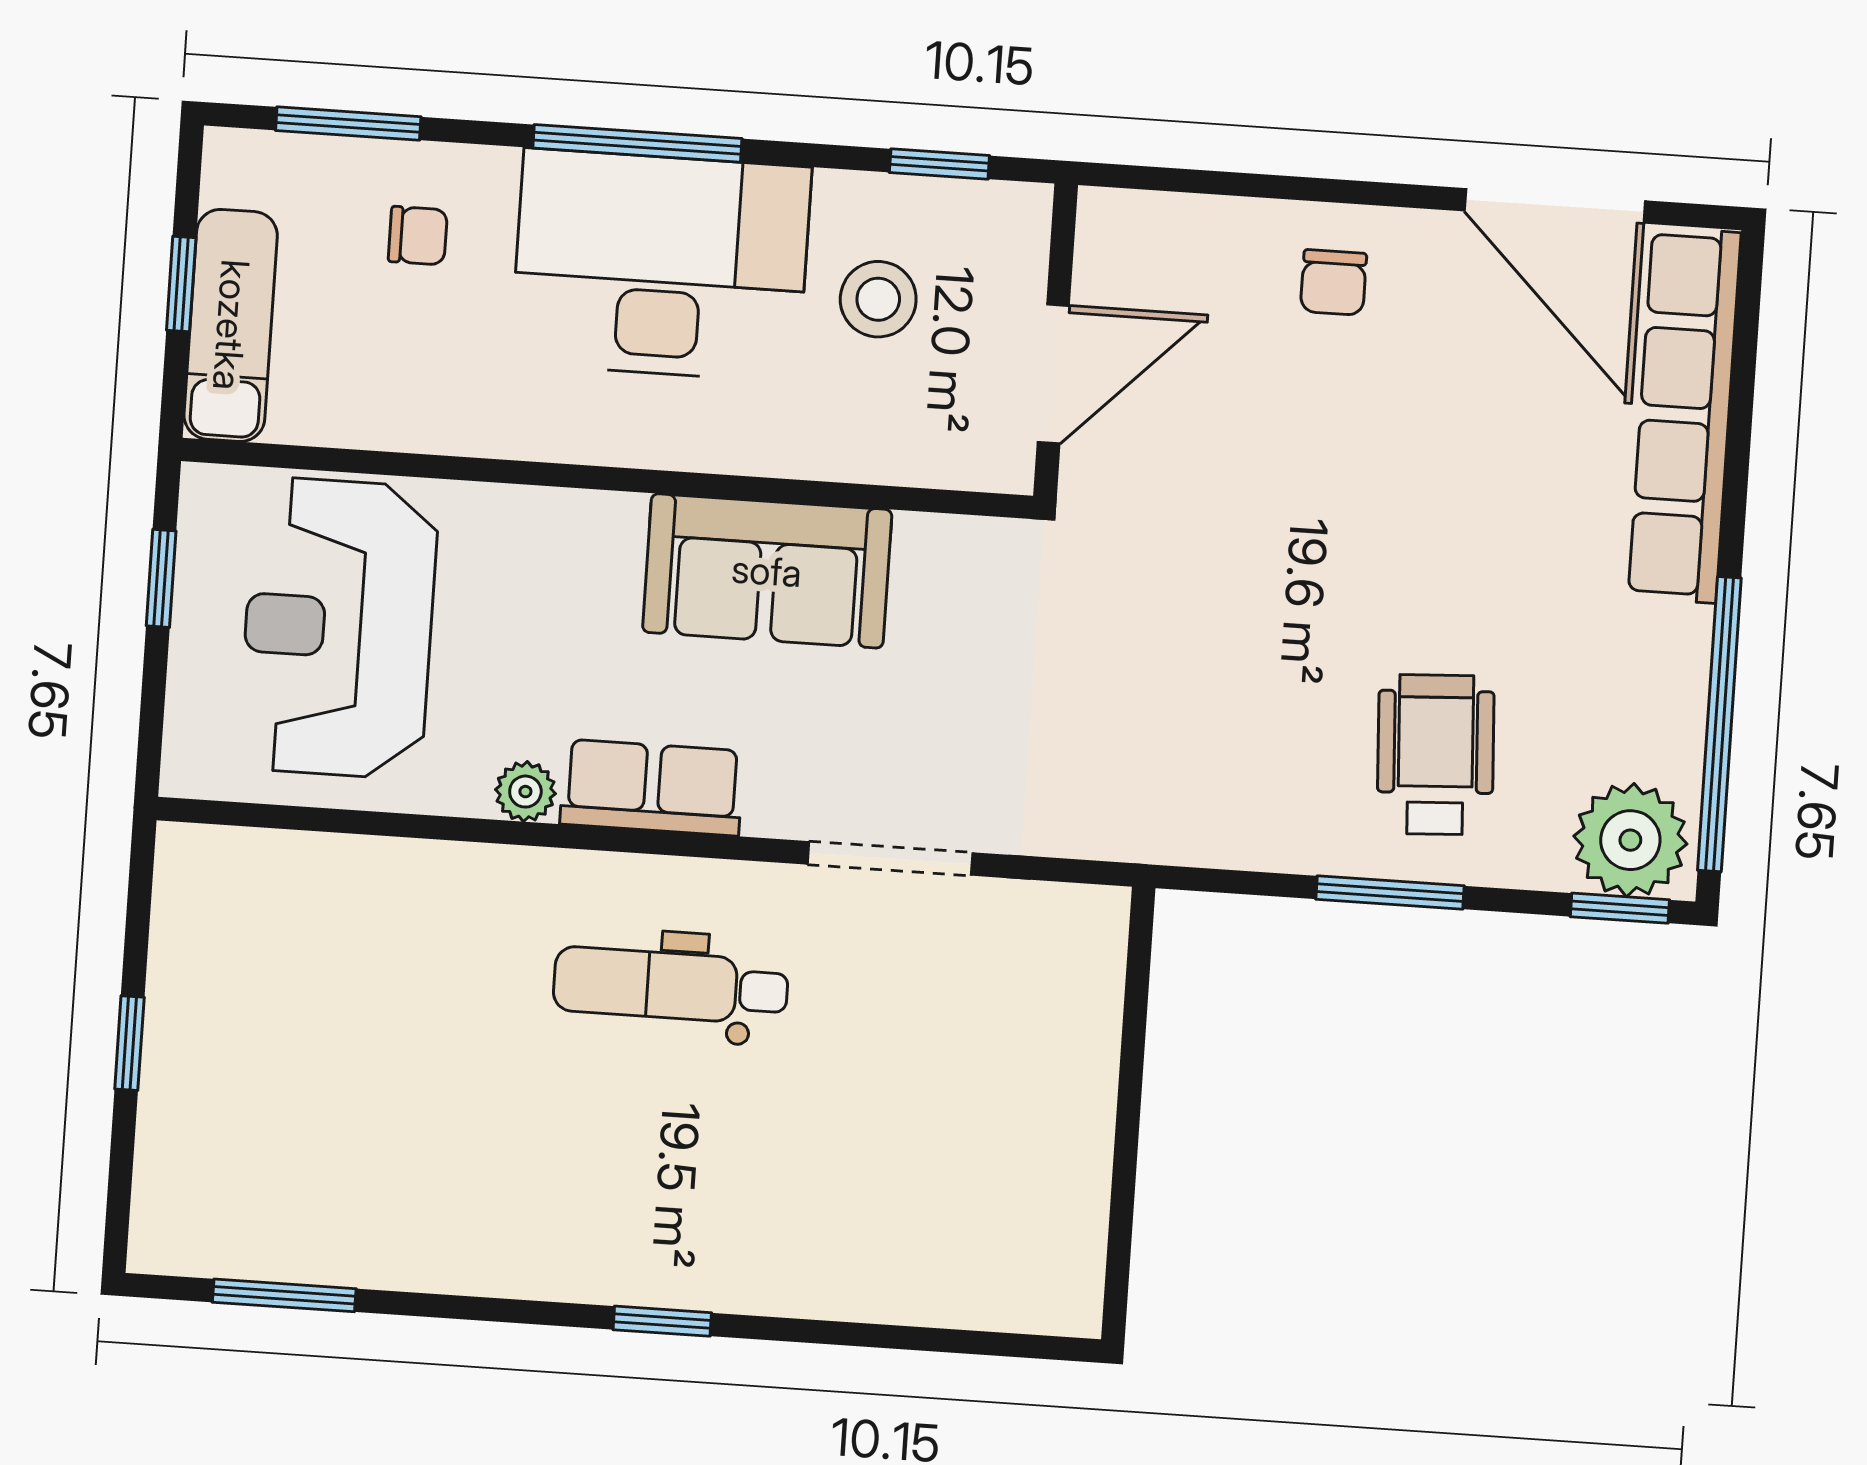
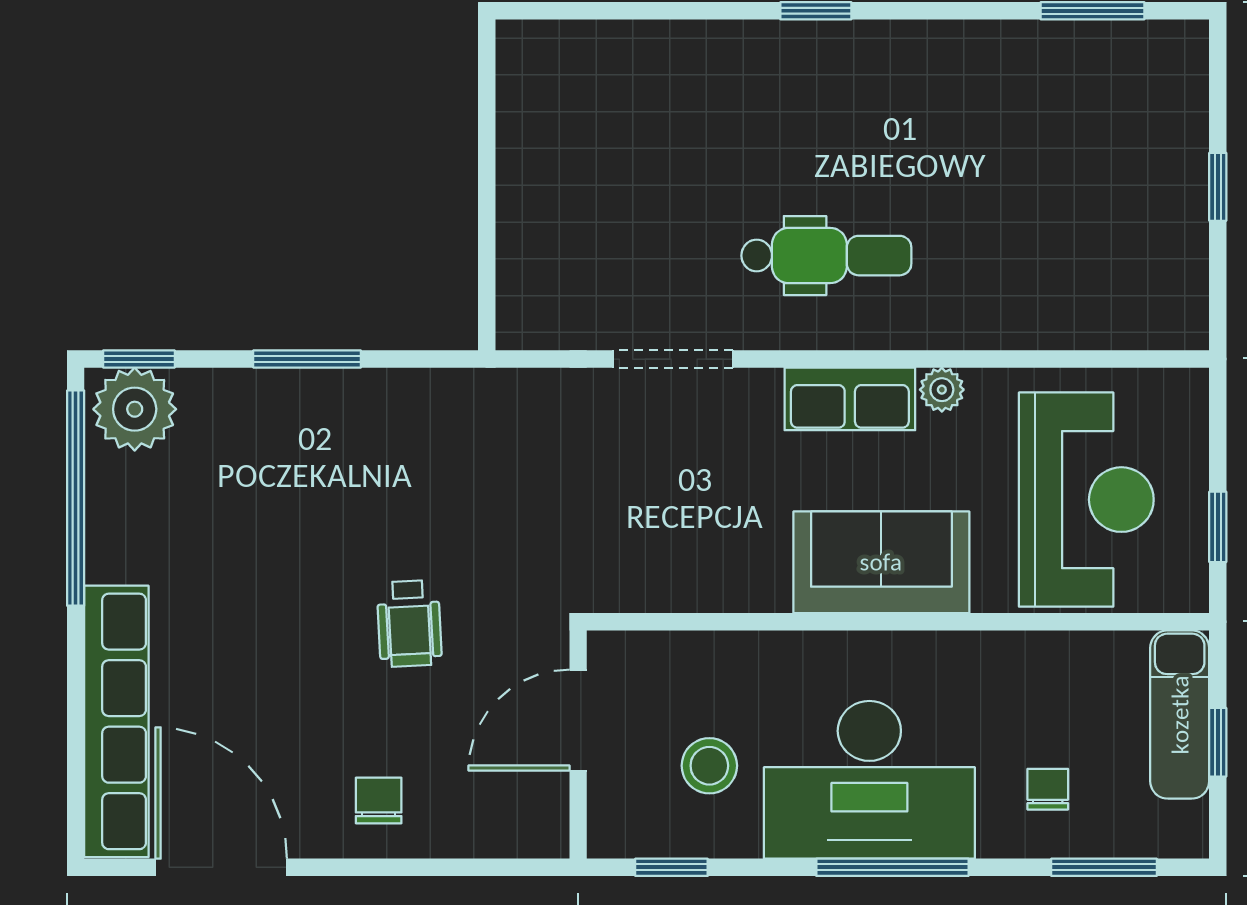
chair: (418, 236) -> (1048, 789), turned 90
sofa: (767, 571) -> (881, 562), moved
wheelchair: (1436, 755) -> (409, 624), moved, width x0.73, depth x0.73

